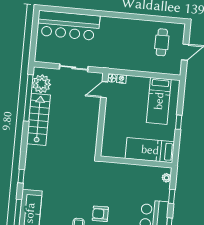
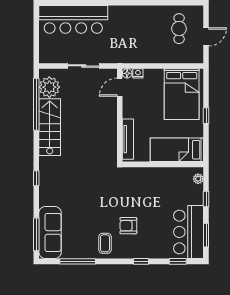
bed: (159, 101) -> (182, 94), width x1.50
tv unit: (107, 137) -> (128, 139), added
window: (21, 176) -> (36, 178), moved

